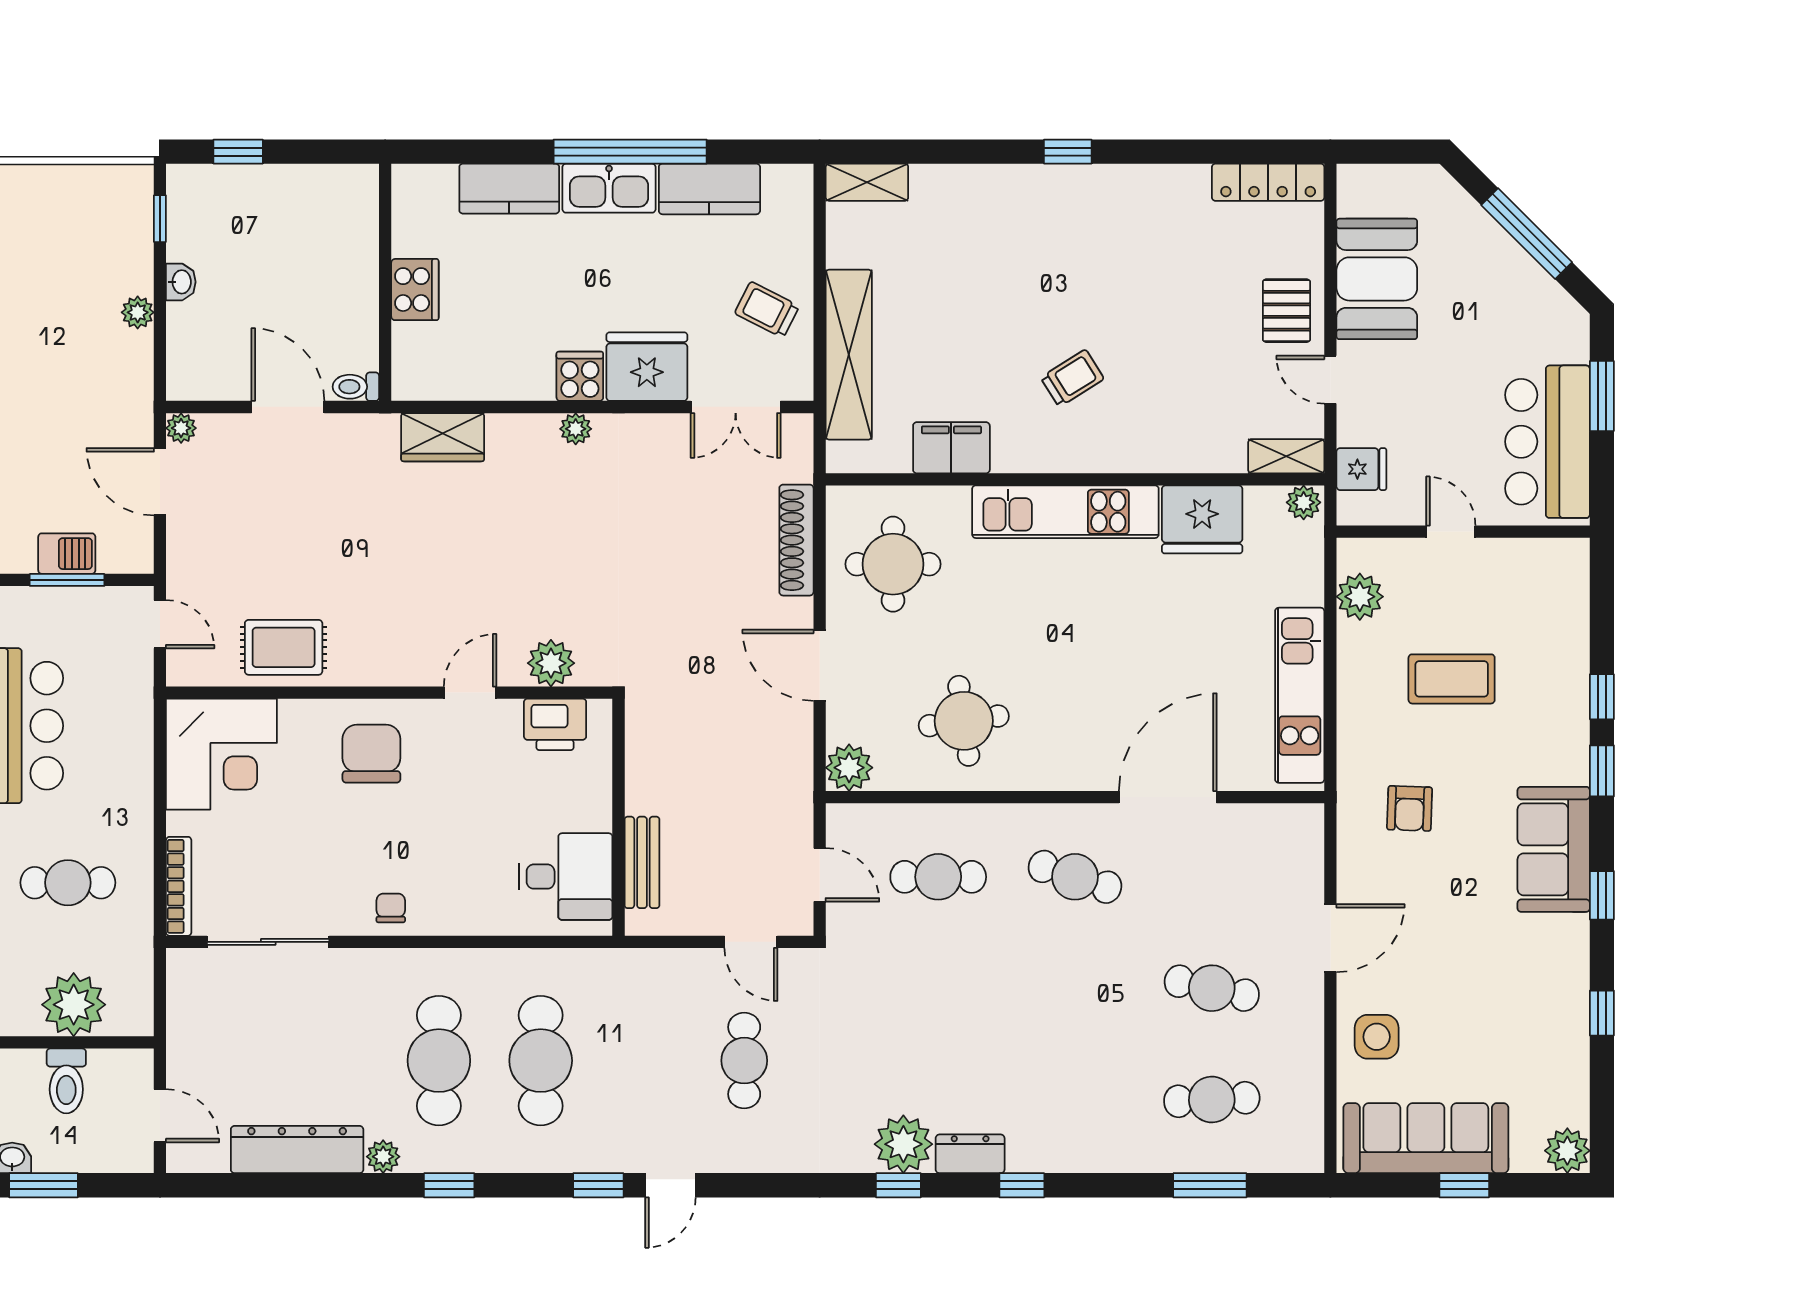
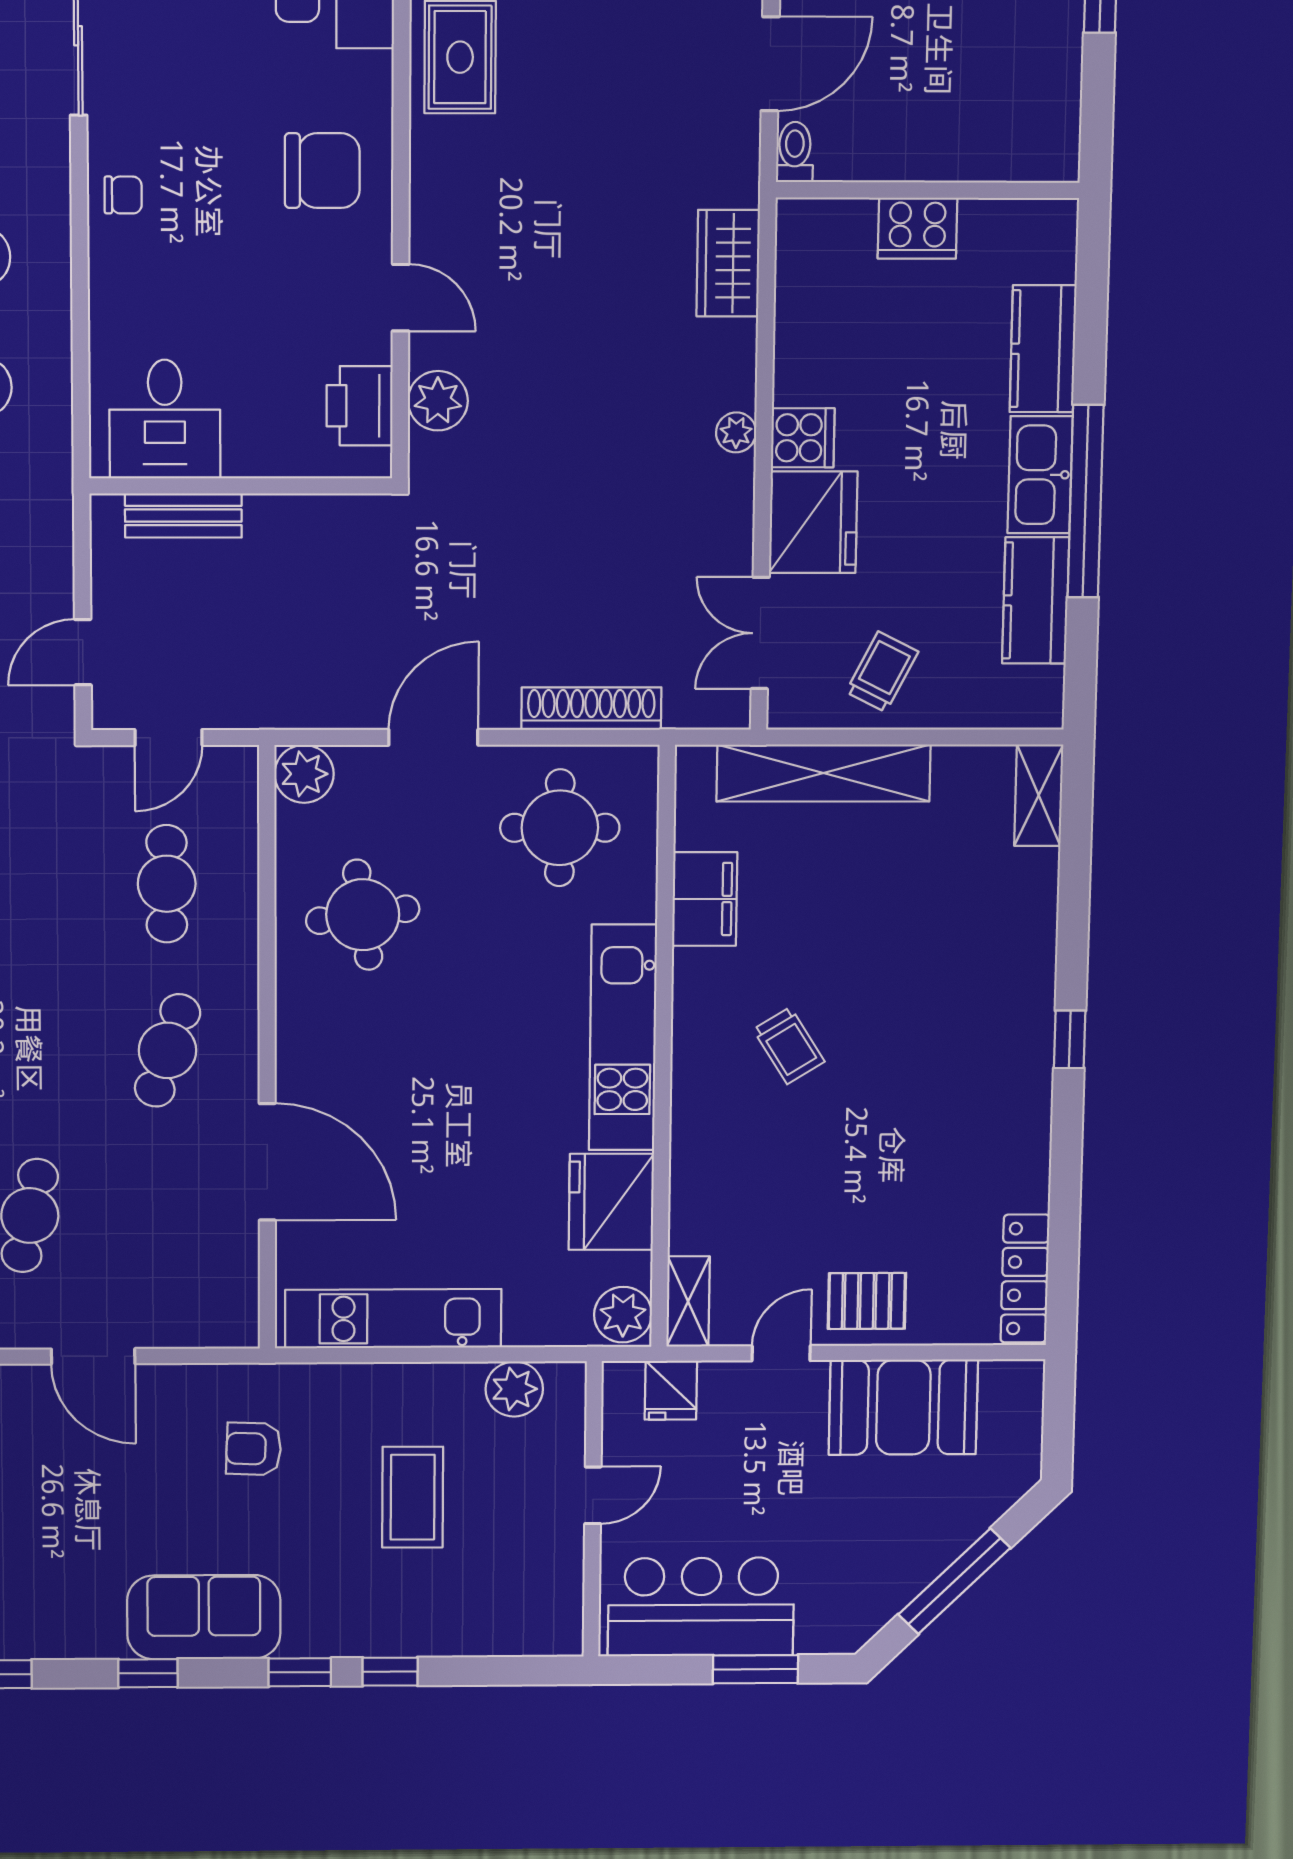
plant: (1304, 502) -> (623, 1315), width x1.38, depth x1.38

